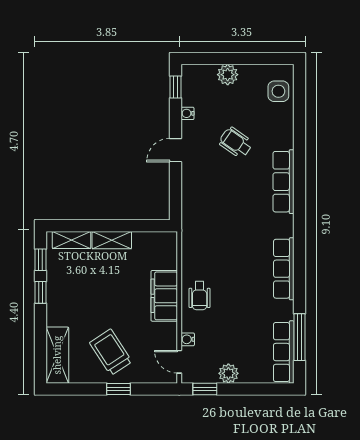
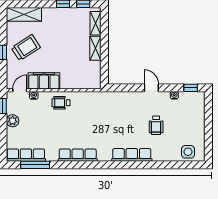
plant: (228, 75) -> (198, 120), removed
wheelchair: (236, 143) -> (156, 125), turned 145
filing cabinet: (164, 296) -> (44, 81), moved

